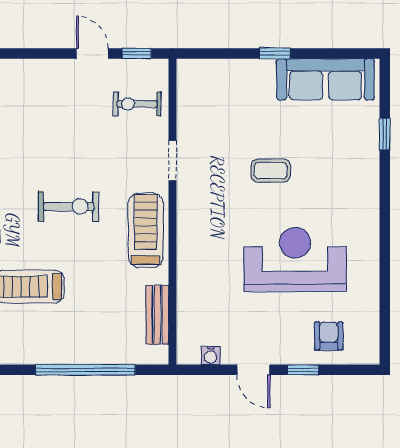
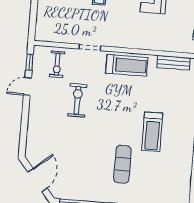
exercise bike: (69, 207) -> (77, 100), moved
treadmill: (146, 230) -> (127, 65), turned 180

